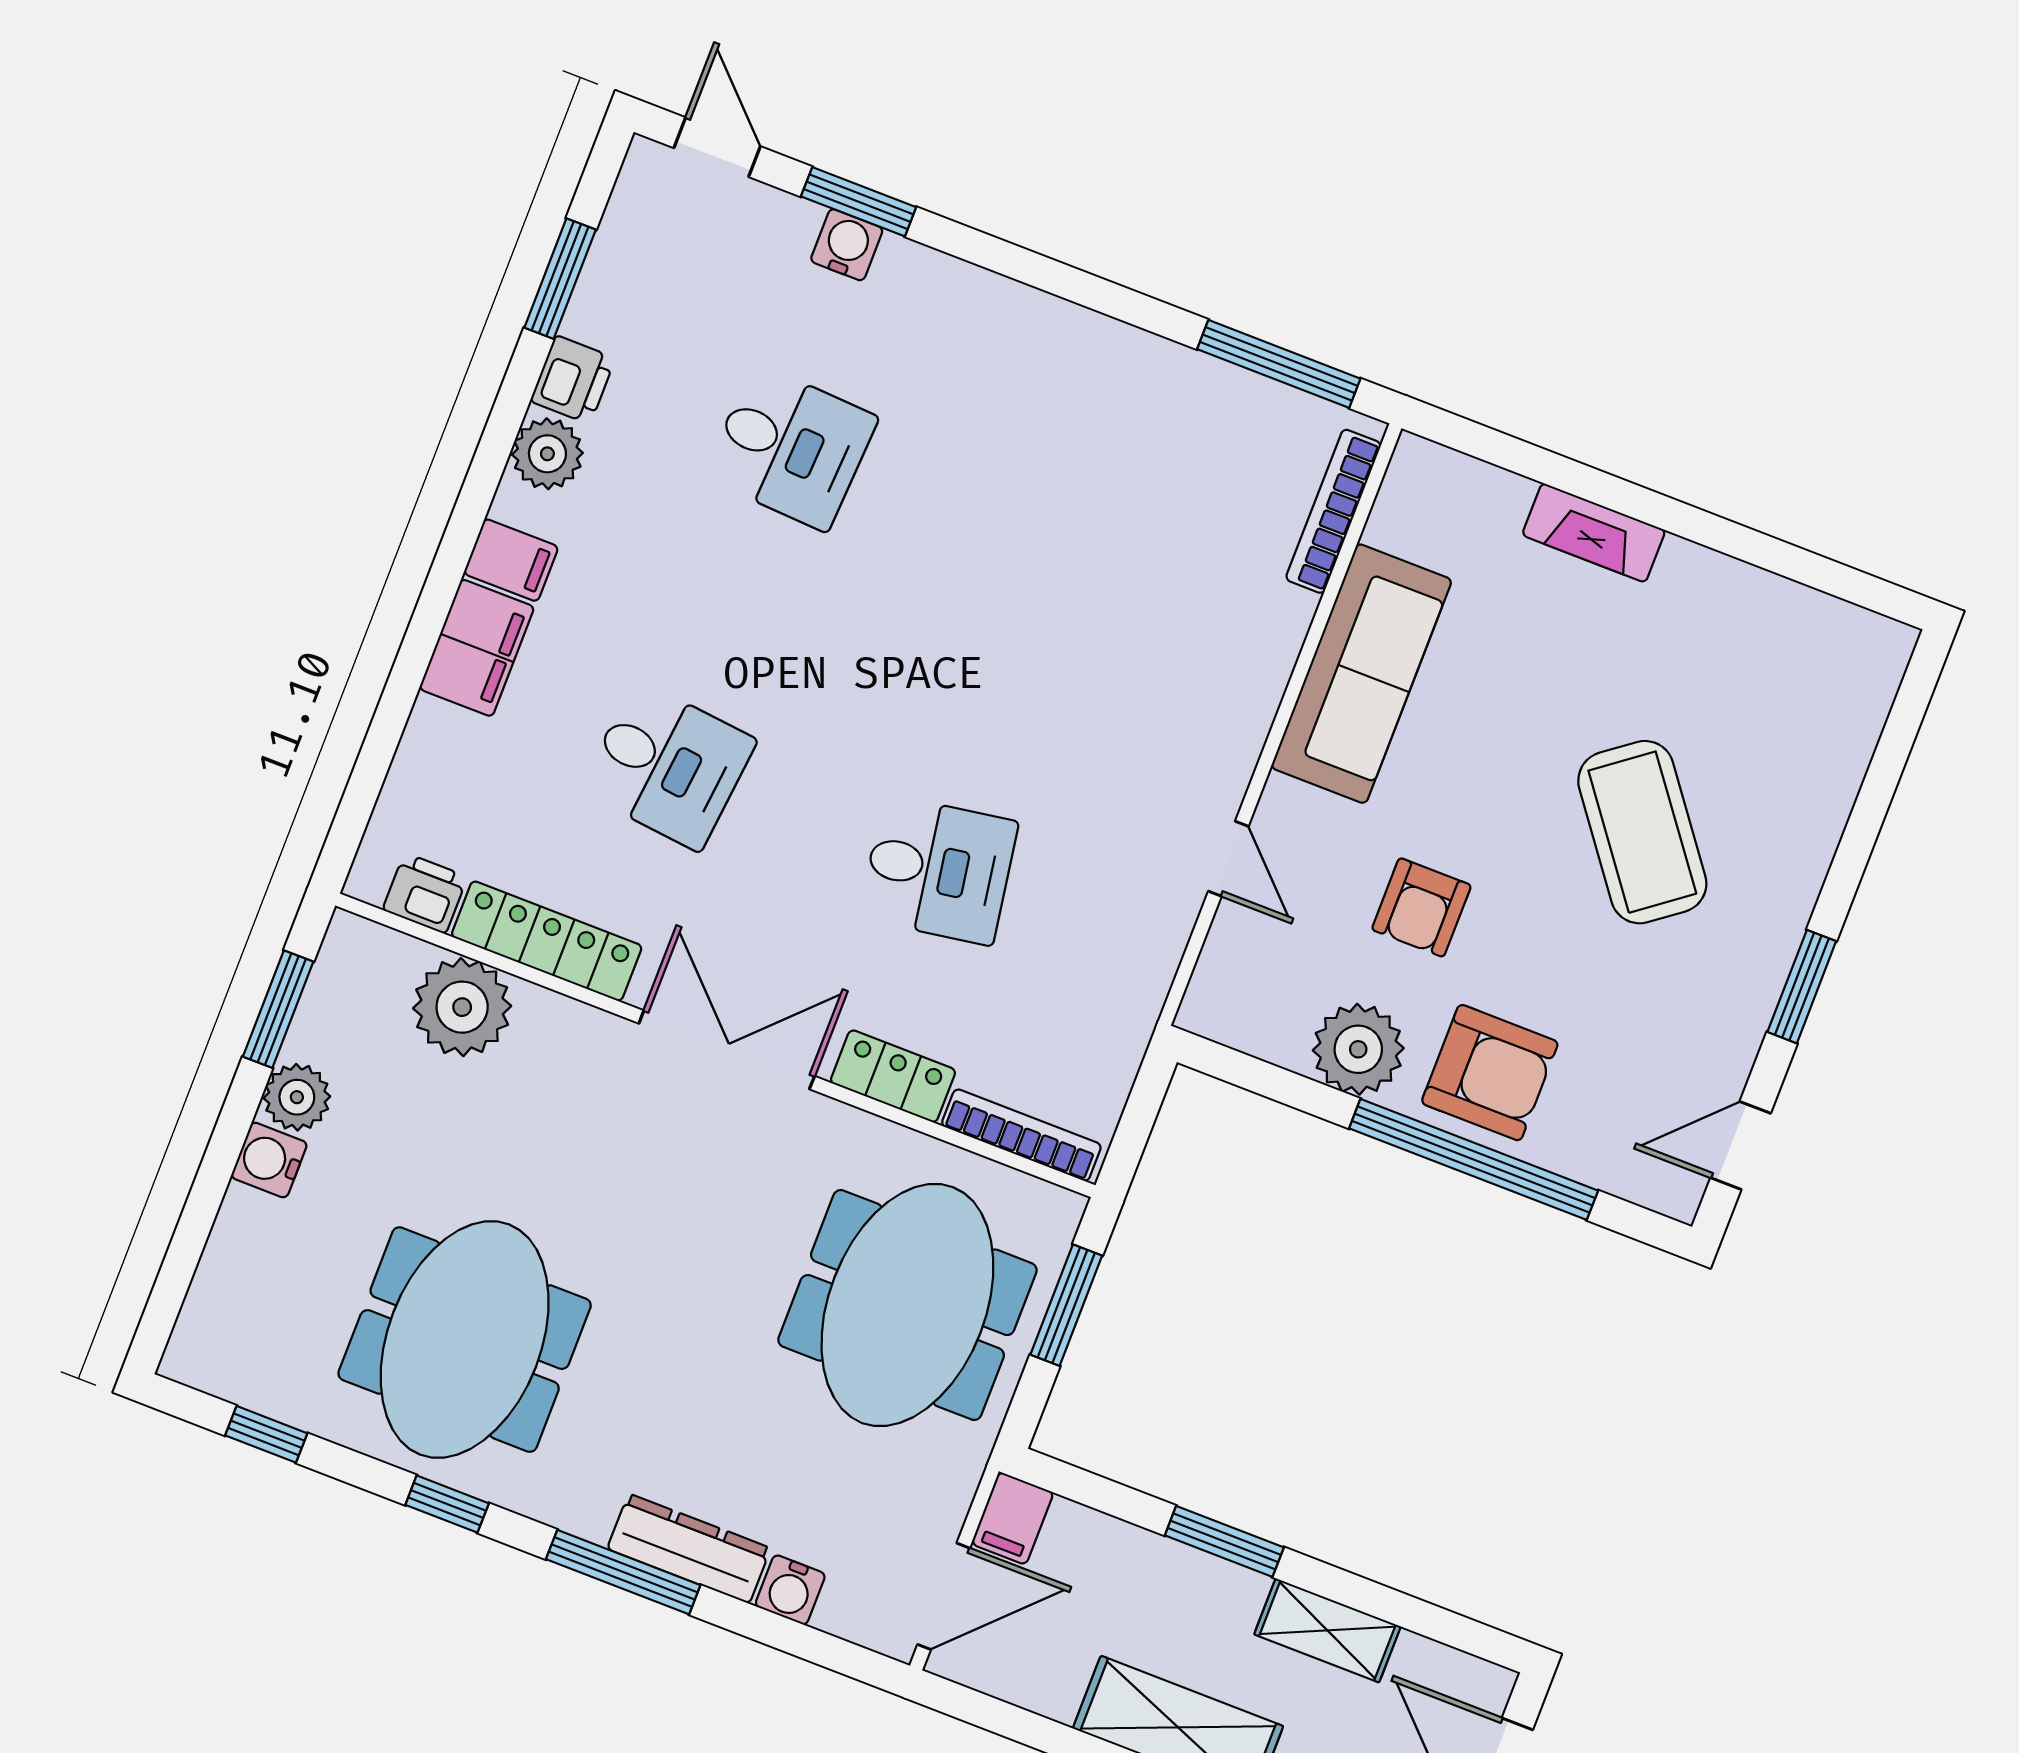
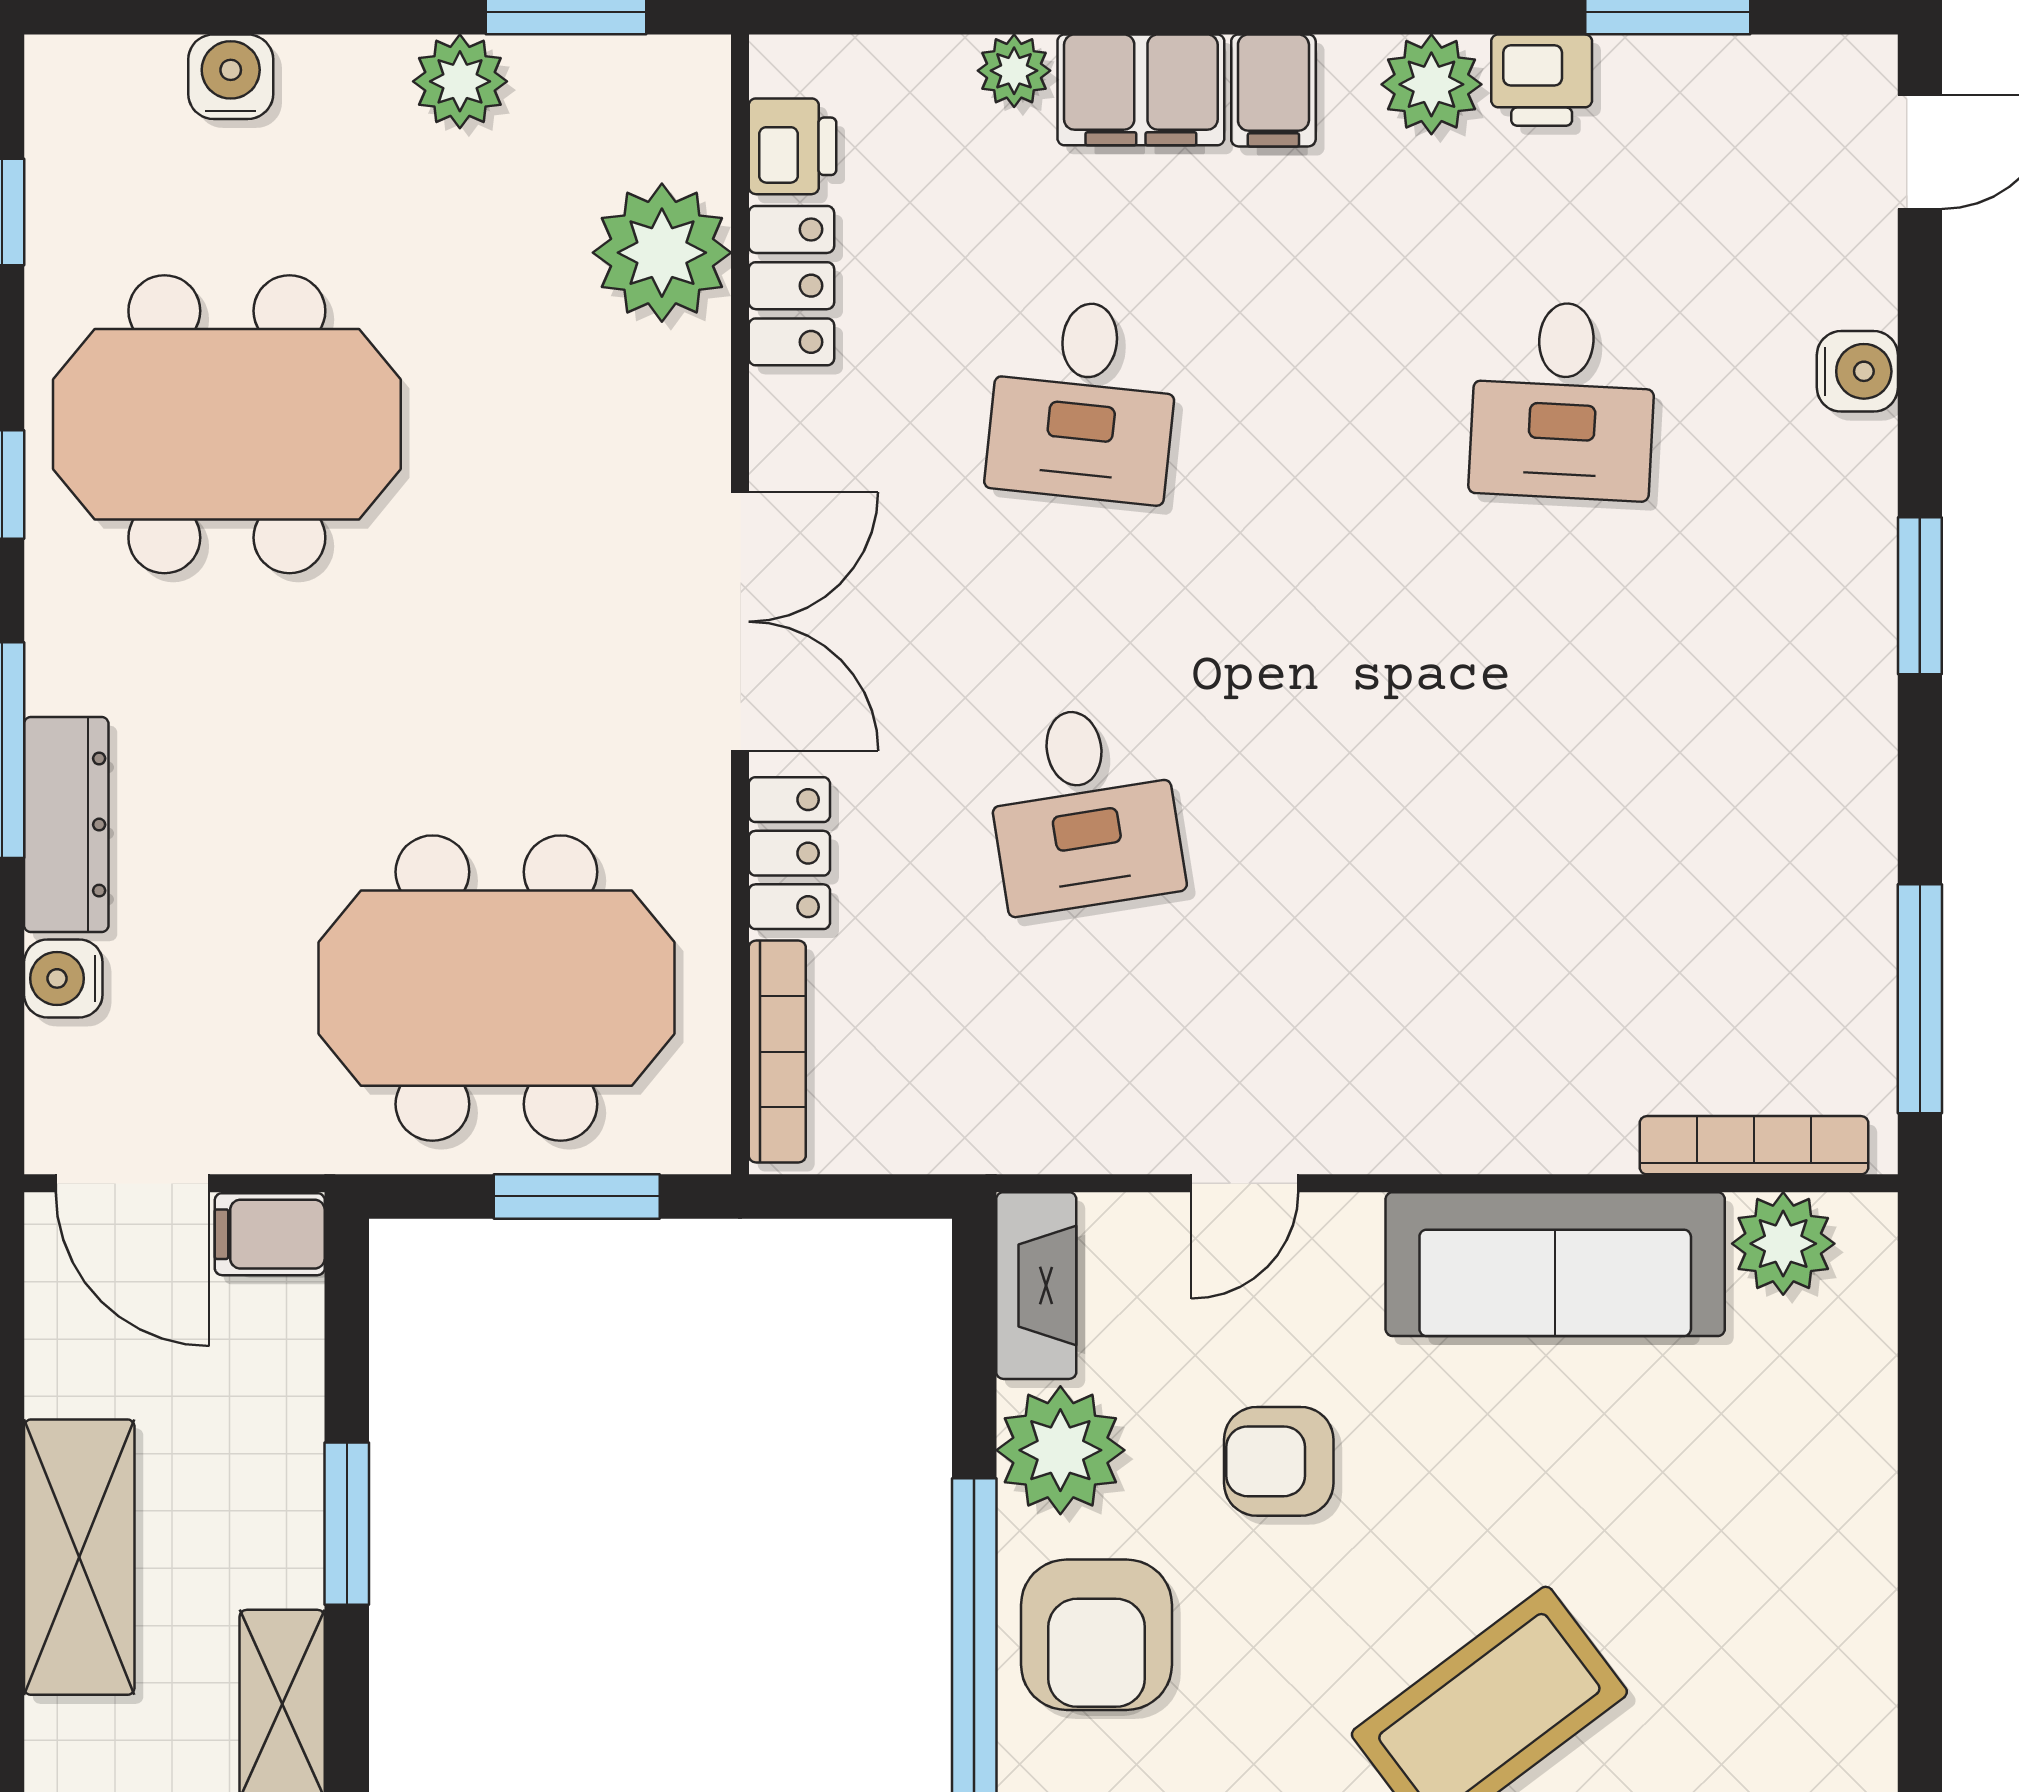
window: (859, 202) -> (1920, 596), moved
plant: (1406, 517) -> (1783, 1244), added
fireplace: (1594, 533) -> (1036, 1286), moved, turned 180
plant: (432, 727) -> (1014, 71), added
locker: (547, 941) -> (791, 286), width x0.66
water cooler: (269, 1160) -> (231, 77), moved

